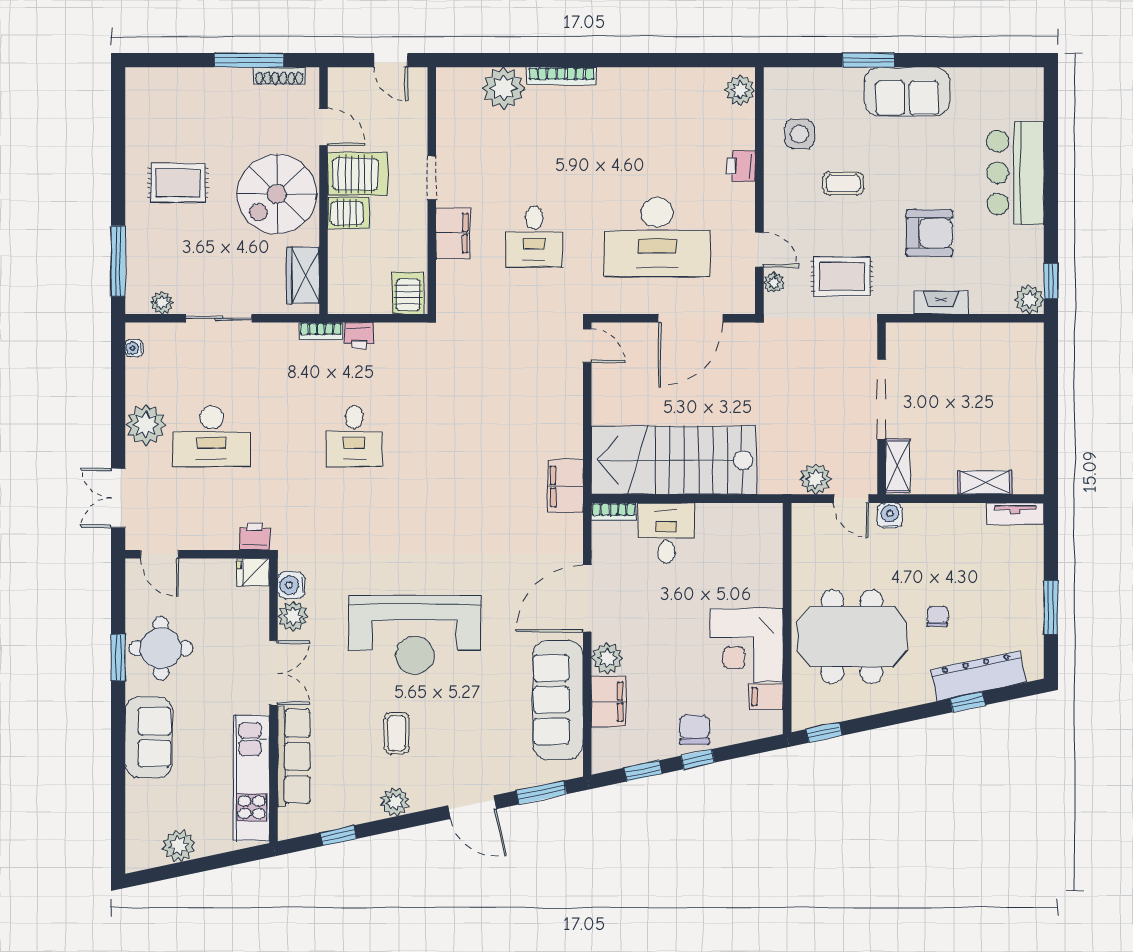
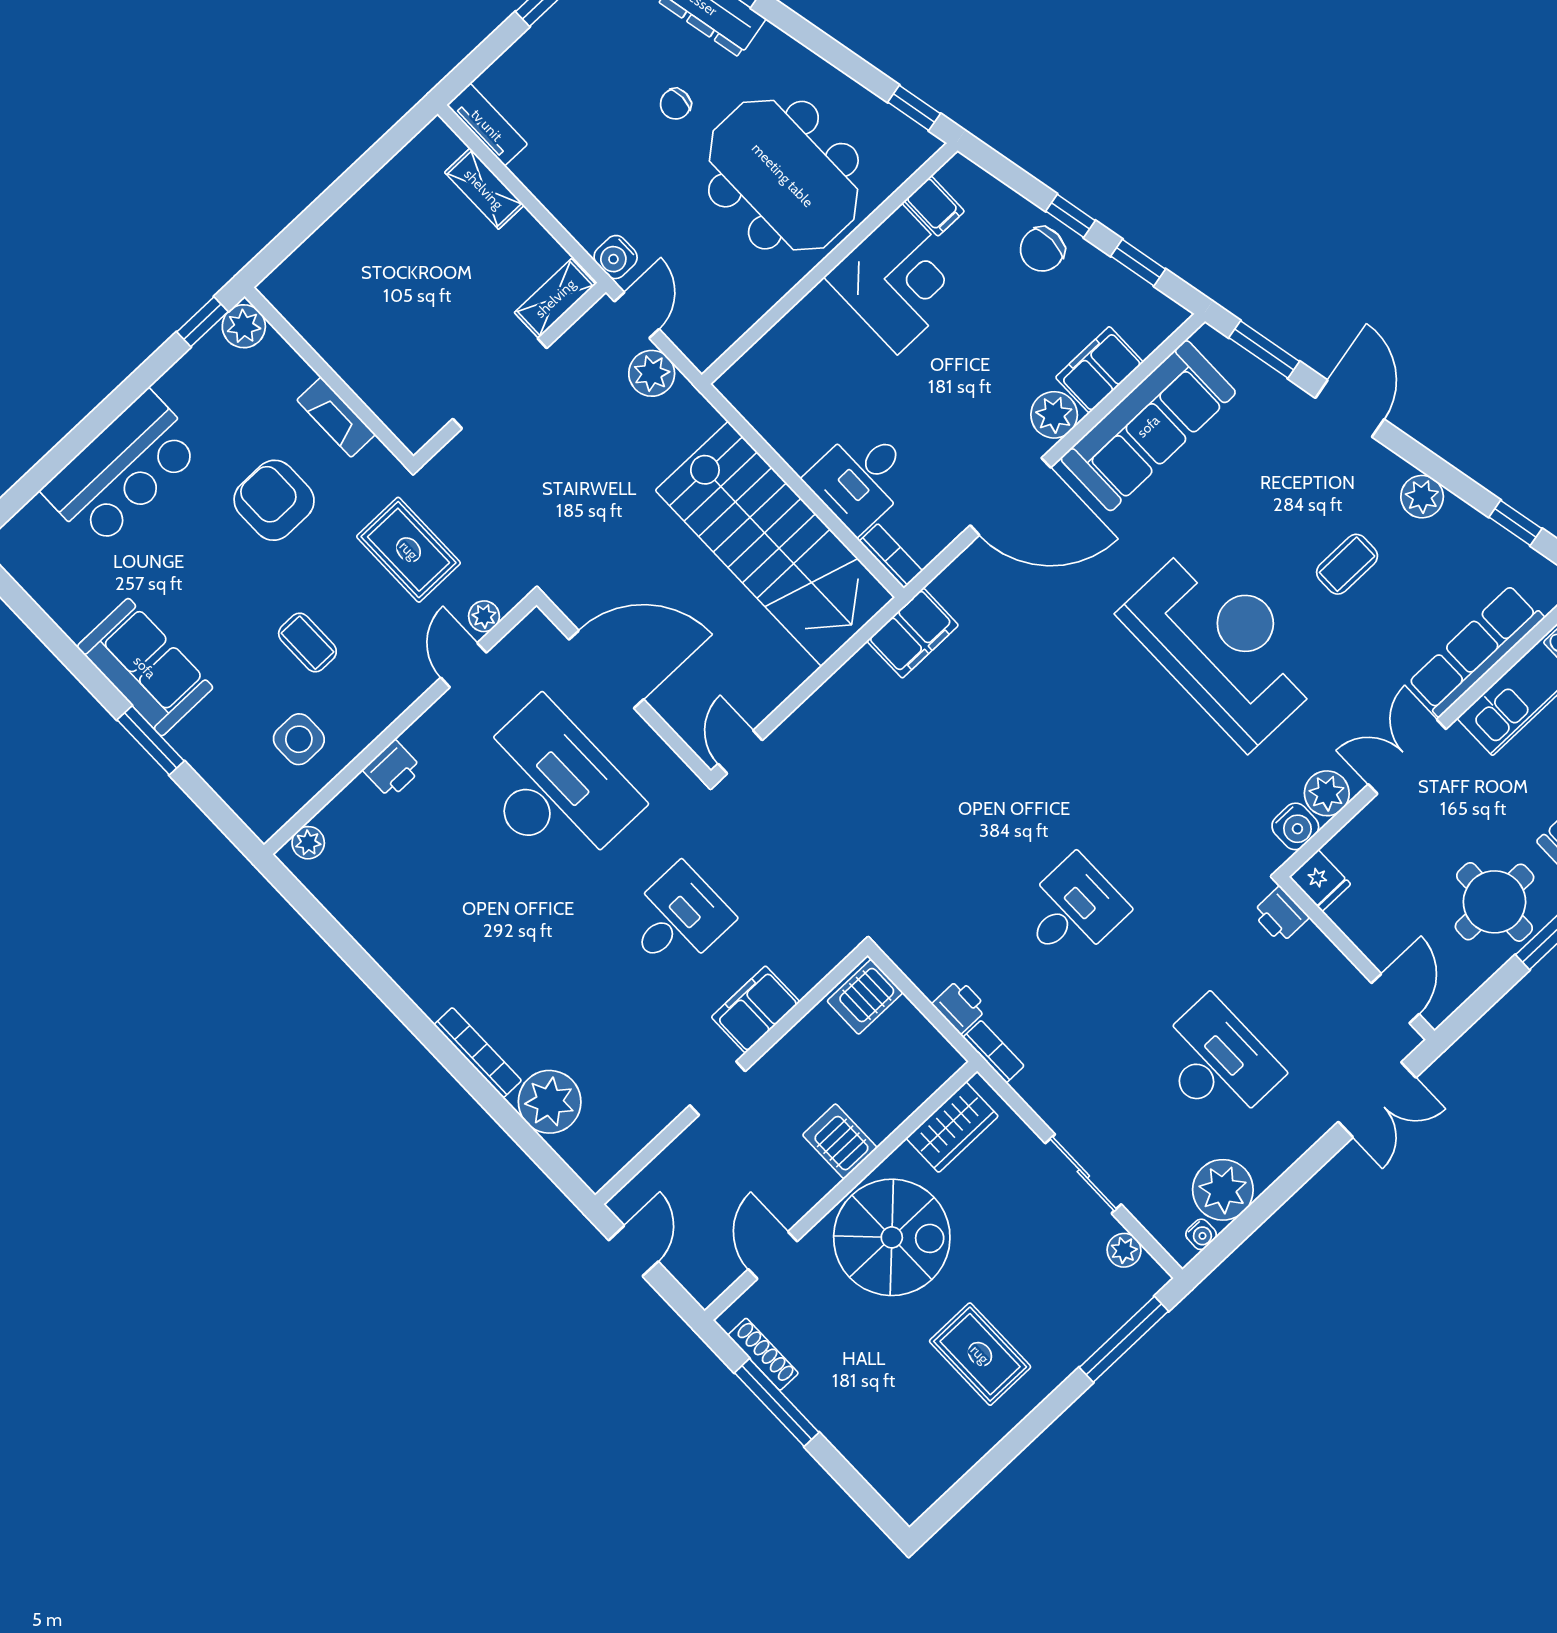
plant: (740, 90) -> (308, 843), width x0.73, depth x0.73
server rack: (358, 174) -> (789, 1171), removed
plant: (146, 425) -> (1223, 1190), moved

